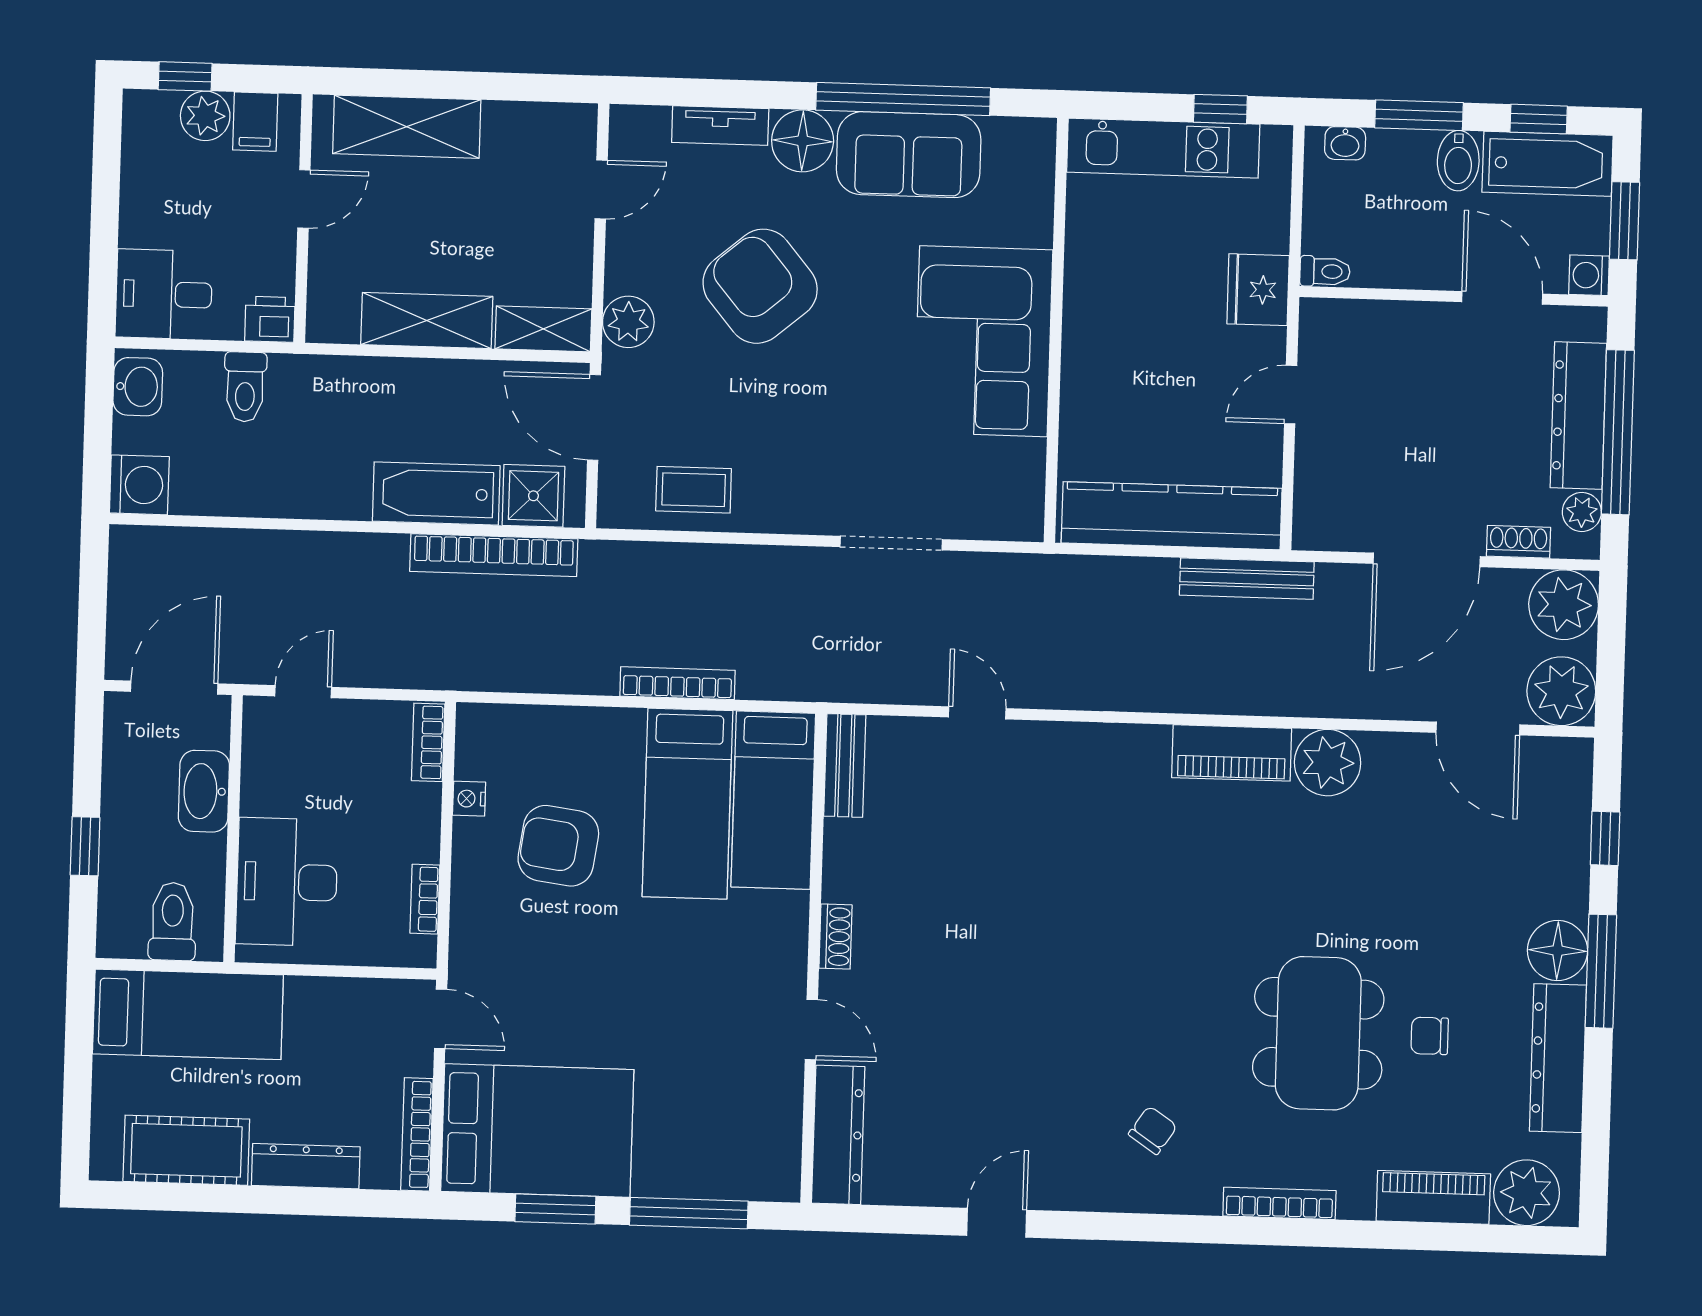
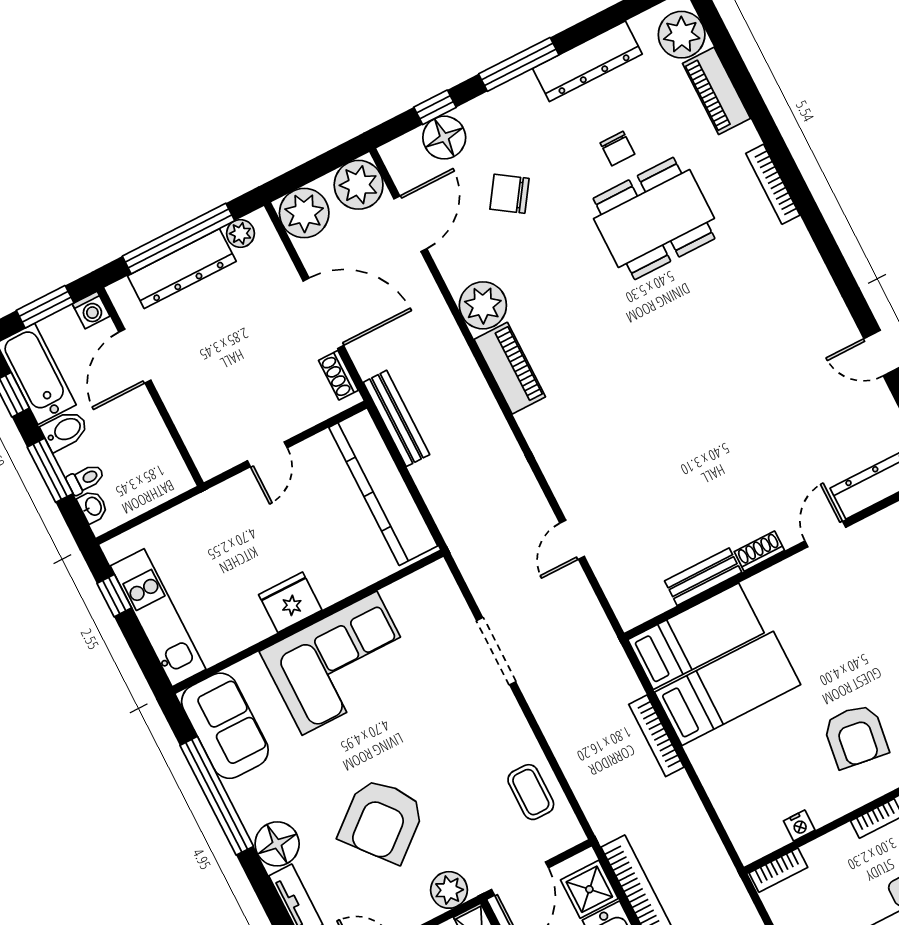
sofa: (909, 155) -> (225, 726), moved
toilet: (1325, 271) -> (86, 479), moved, turned 90
fridge: (1258, 290) -> (290, 602), moved, turned 180
door: (1291, 395) -> (267, 454), hinge flipped
shoe rack: (1518, 542) -> (338, 375), moved
bench: (845, 766) -> (703, 577), moved
armchair: (558, 846) -> (856, 736), moved
floor lamp: (1558, 951) -> (444, 138), moved
chair: (1153, 1130) -> (509, 194), moved, width x1.37, depth x1.37

